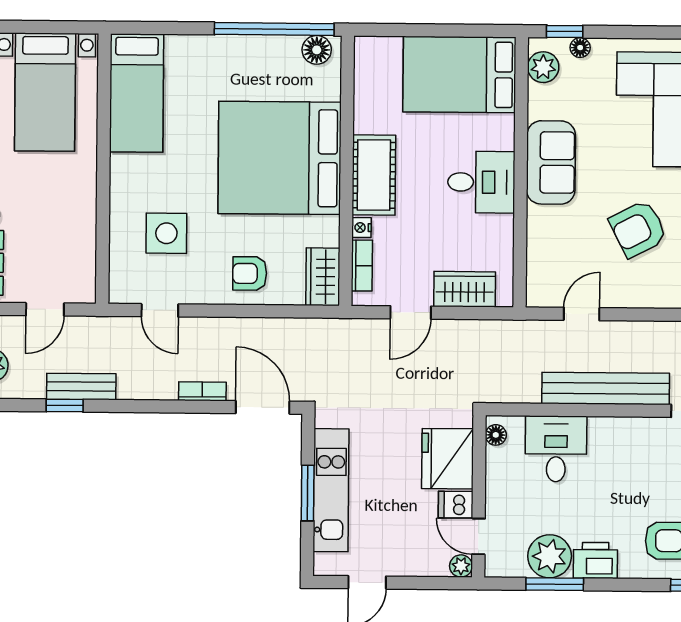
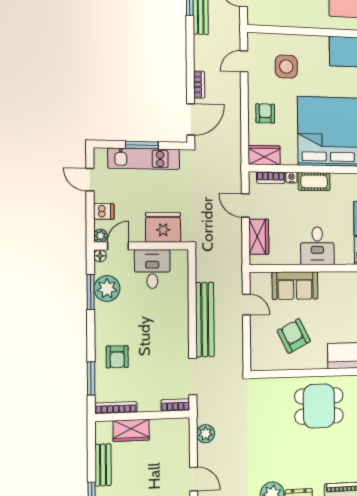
sofa: (551, 162) -> (295, 286), moved
cot: (374, 175) -> (314, 182), width x0.73, depth x0.75
floor lamp: (496, 435) -> (100, 256), moved
desk: (556, 449) -> (152, 269), moved, turned -90
dishwasher: (456, 505) -> (104, 211), moved, turned 90
printer: (595, 560) -> (105, 316), removed

